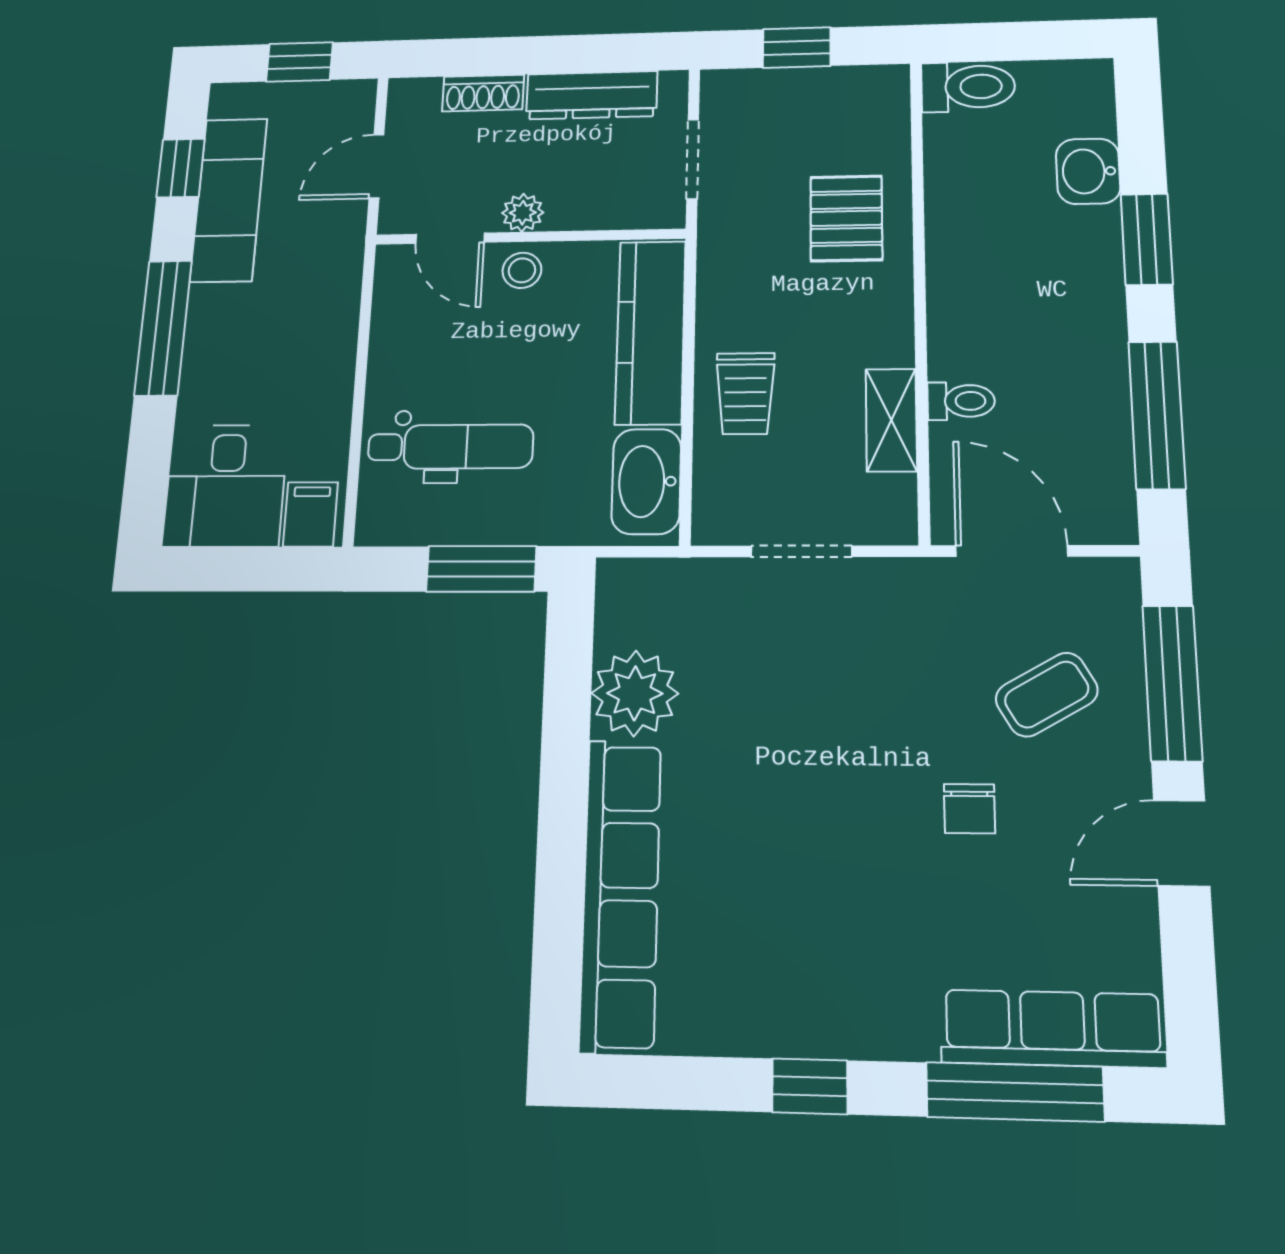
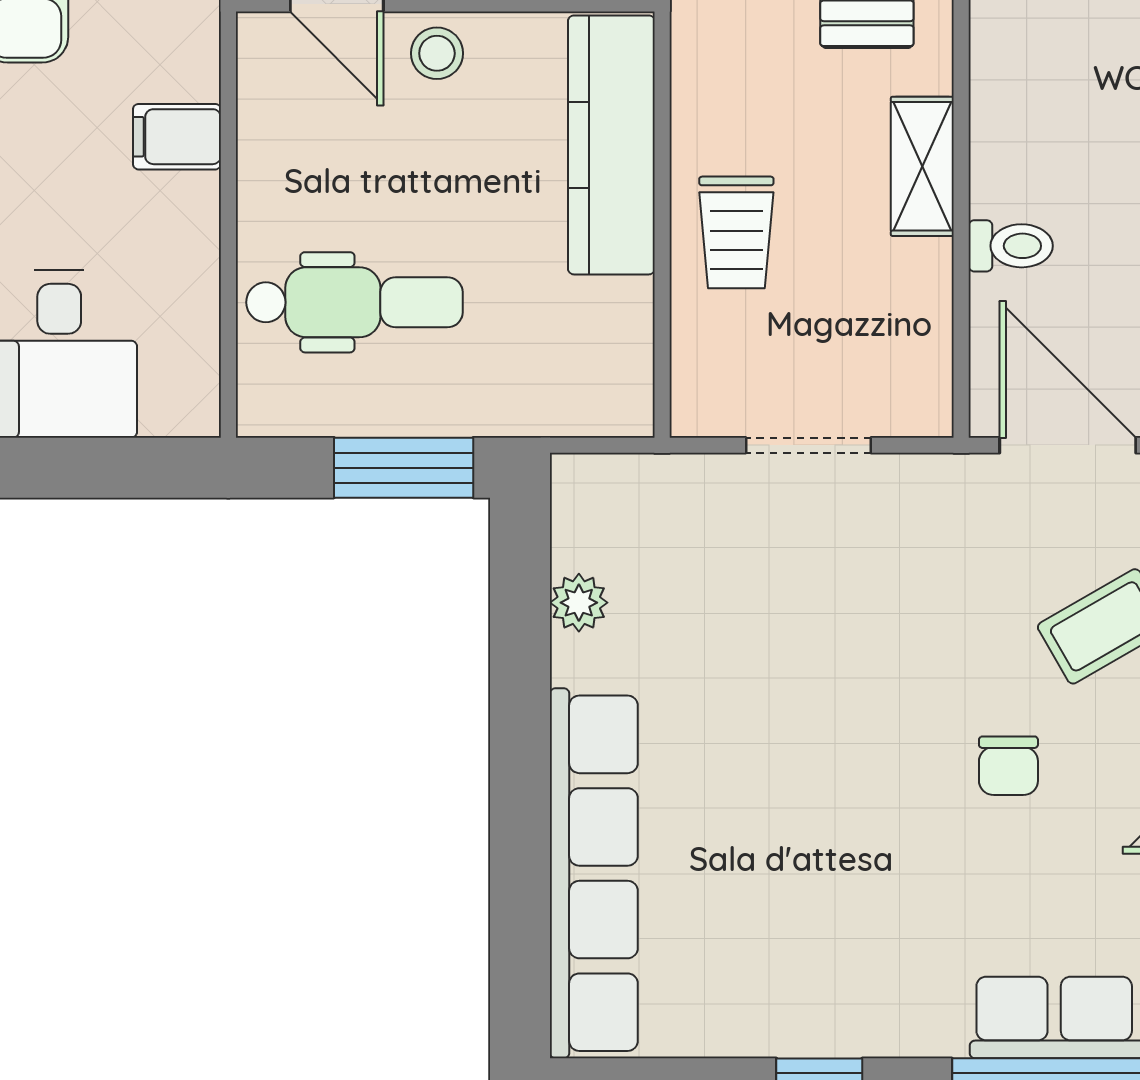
shelving: (891, 420) -> (922, 166), moved
washbasin: (646, 481) -> (611, 351), removed
filing cabinet: (310, 514) -> (177, 137), moved, turned -90
plant: (635, 693) -> (579, 603), width x0.53, depth x0.53

